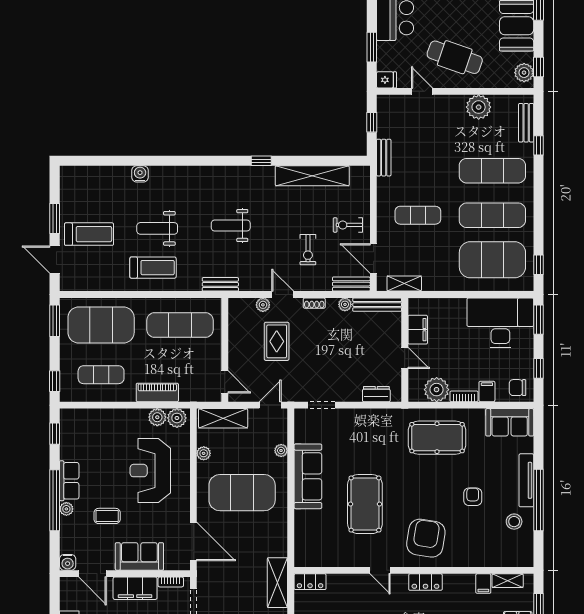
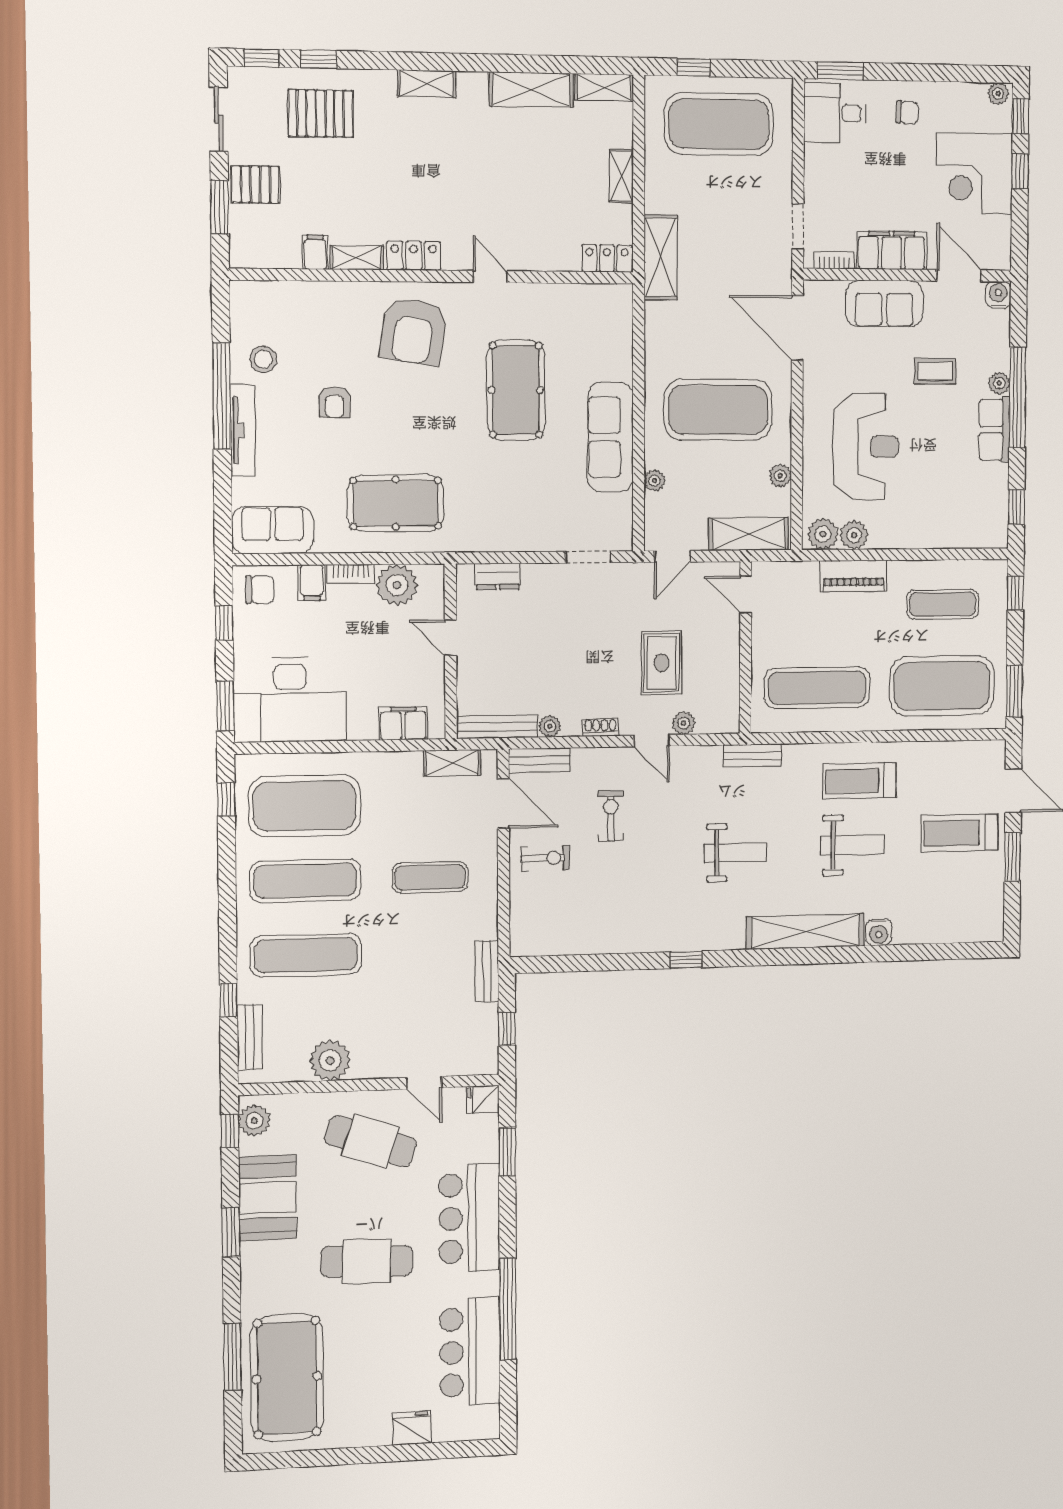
shelving: (312, 176) -> (805, 932), moved
filing cabinet: (418, 330) -> (403, 723), moved, turned 90
shelving: (508, 581) -> (357, 258), moved

